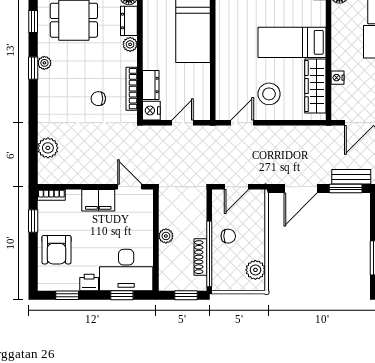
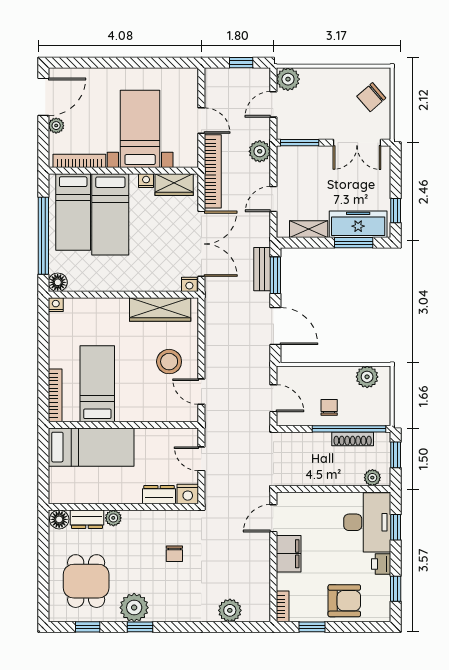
bed: (292, 42) -> (97, 384), moved, turned 180
plant: (44, 63) -> (134, 608), width x1.87, depth x1.87
nightstand: (338, 78) -> (189, 284), moved
bookcase: (132, 89) -> (163, 516), removed
plant: (166, 236) -> (372, 478), moved

